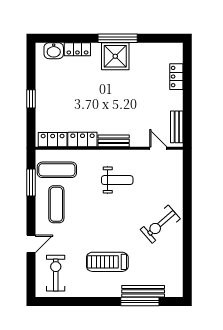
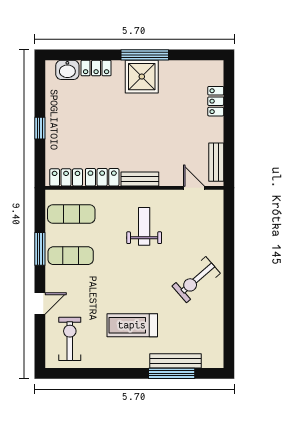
weight bench: (117, 180) -> (144, 226), turned -90
window: (31, 182) -> (40, 249), moved
exercise mat: (56, 204) -> (71, 256), turned 90

